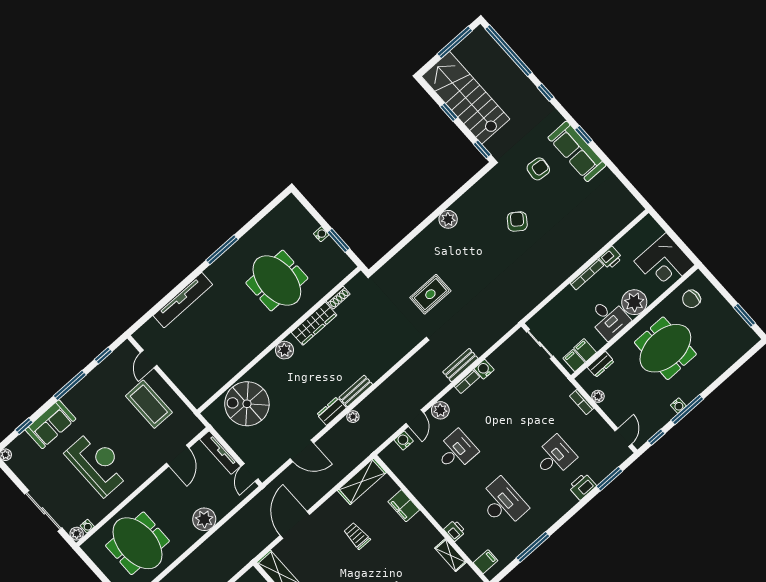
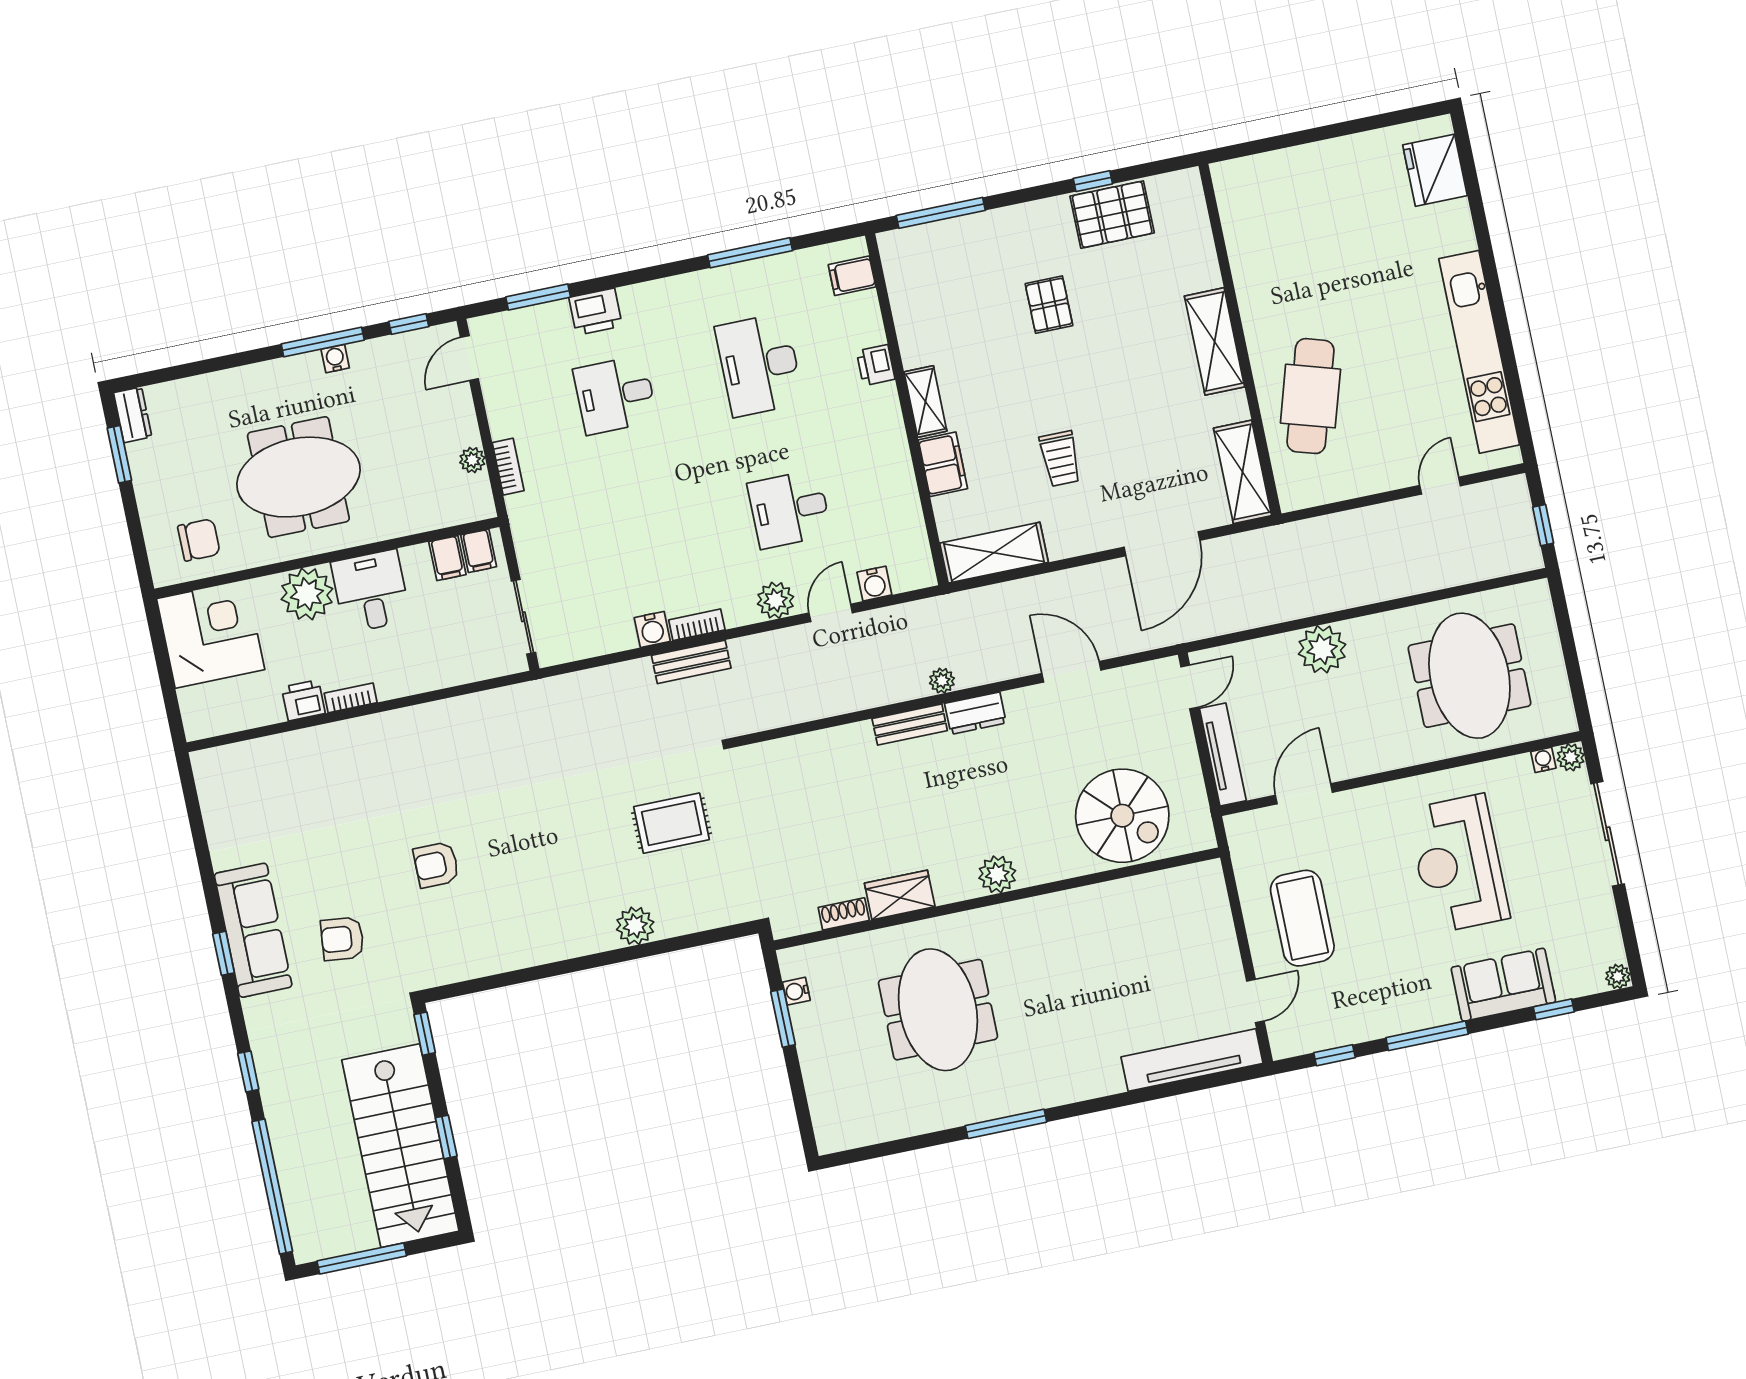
plant: (448, 219) -> (635, 926), moved
armchair: (517, 222) -> (436, 865), turned 53
water cooler: (321, 234) -> (796, 991), moved
bookcase: (587, 274) -> (351, 698), width x0.64
tv unit: (183, 300) -> (1192, 1060), moved
wardrobe: (314, 324) -> (900, 895), width x0.67
dresser: (601, 364) -> (133, 415), moved, turned 90
shelving: (450, 555) -> (925, 402), moved

